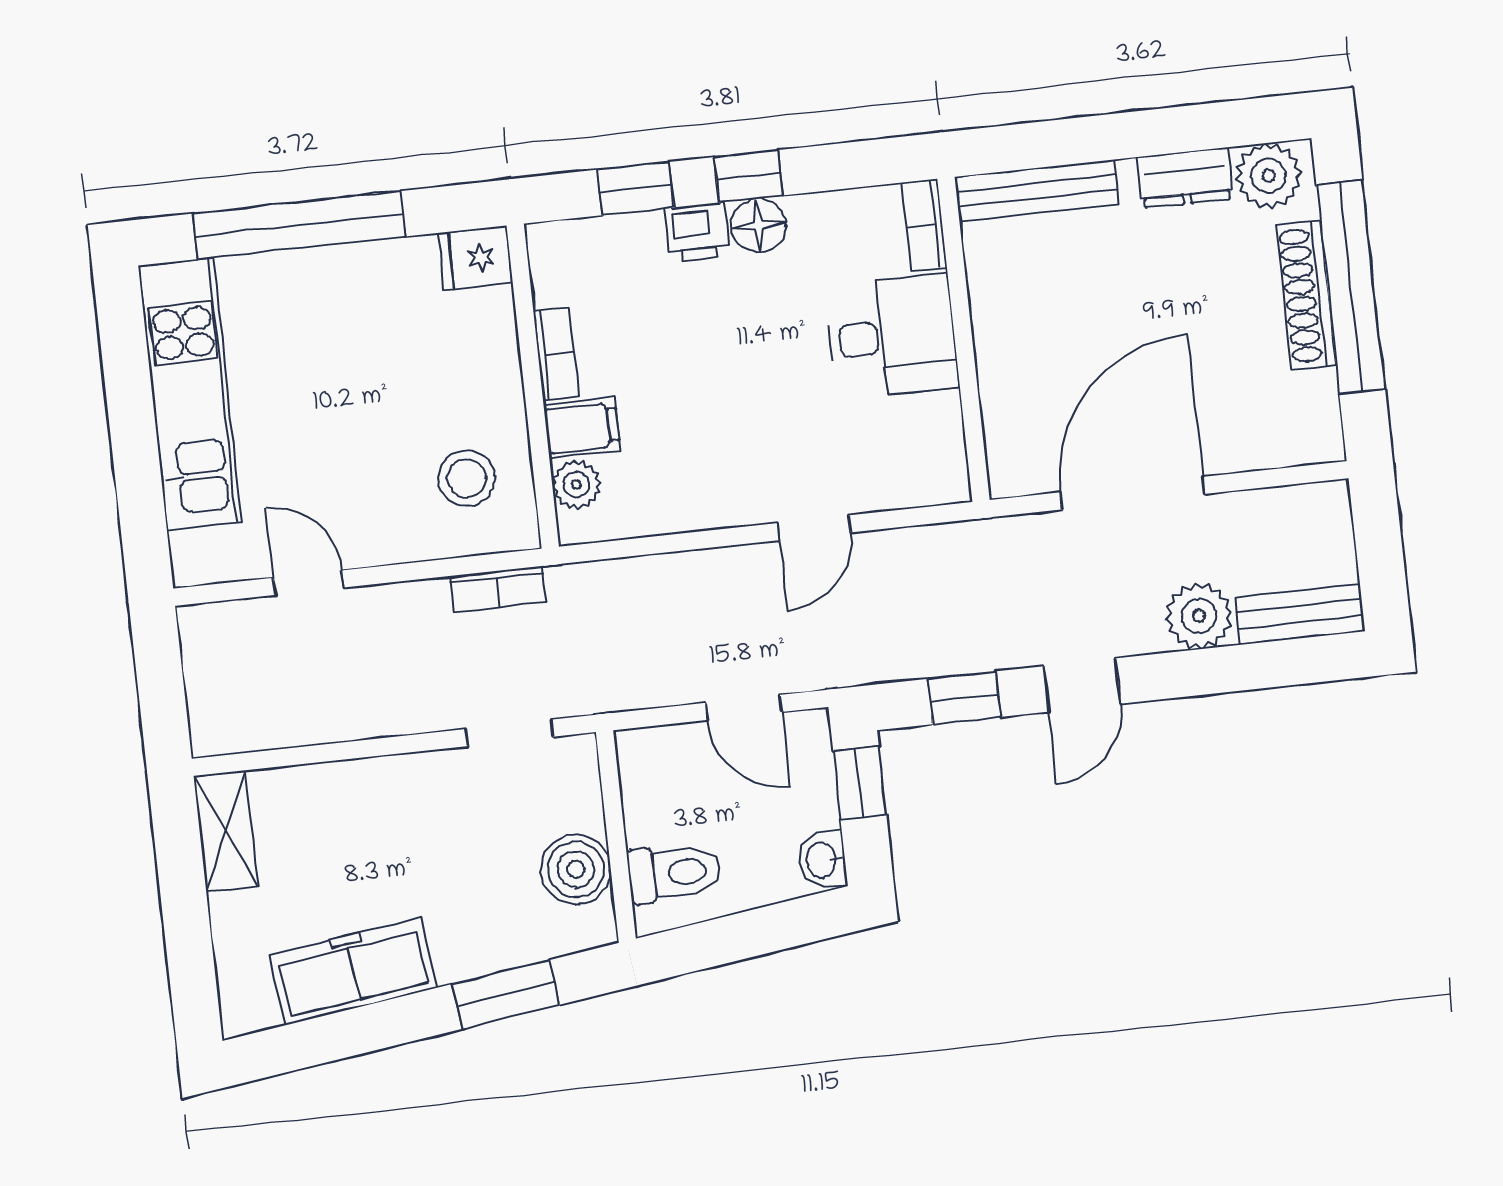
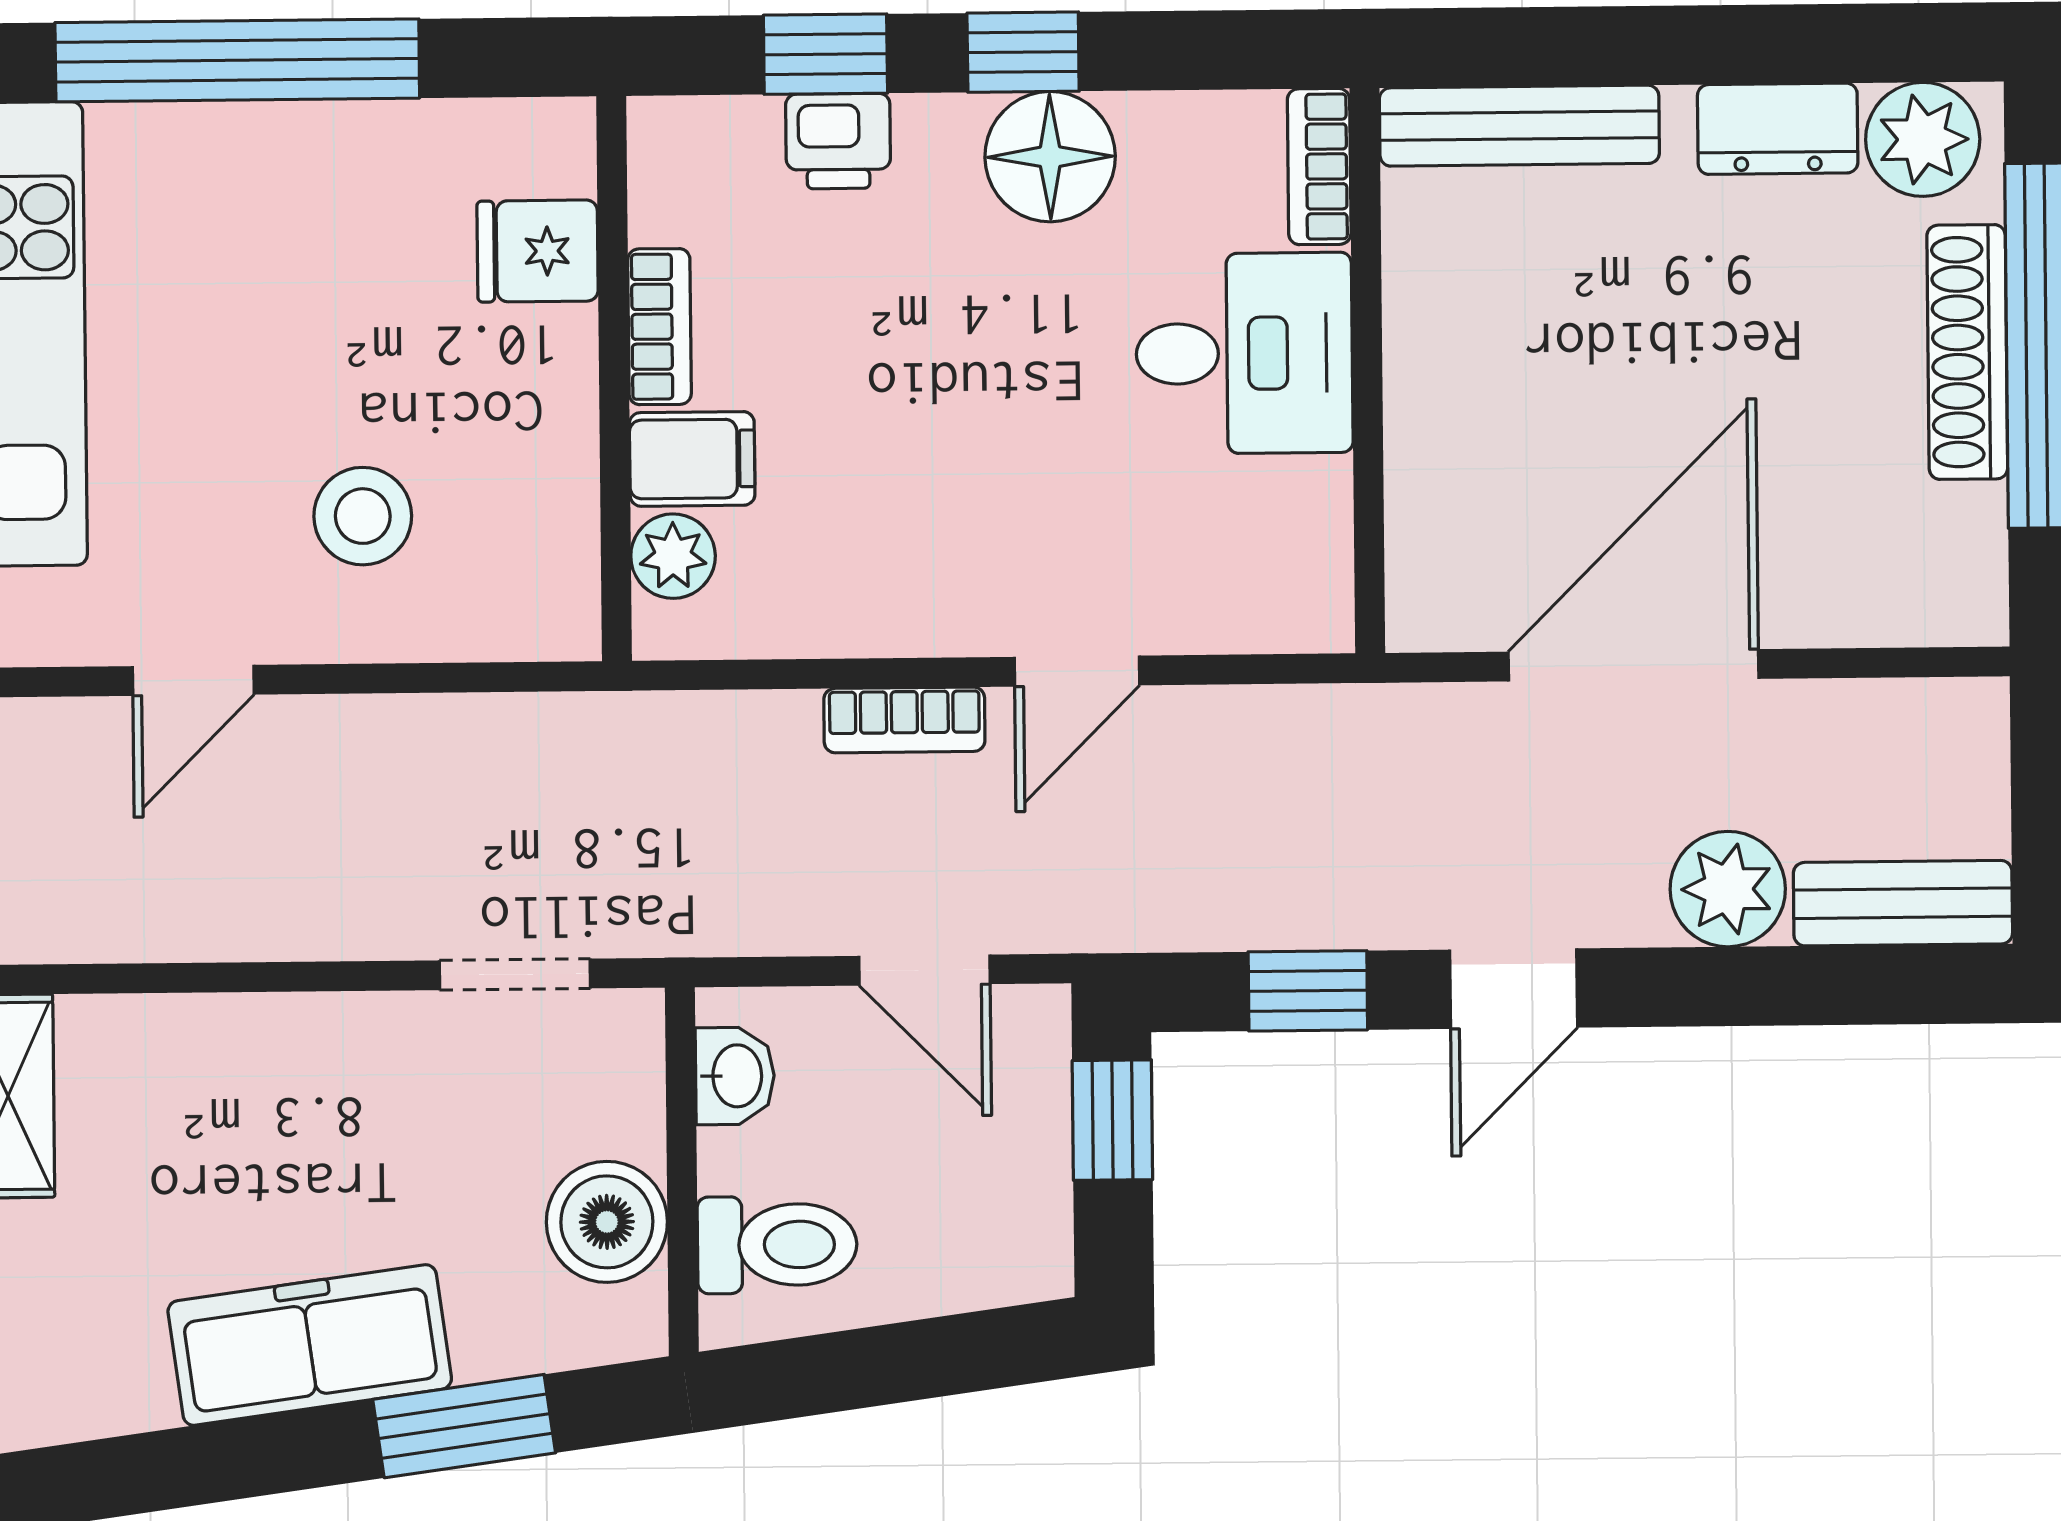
floor lamp: (759, 226) -> (1050, 157), width x1.38, depth x1.38
printer: (697, 232) -> (838, 141), moved
fridge: (475, 258) -> (538, 251), moved
stool: (467, 478) -> (363, 516), moved
door: (309, 583) -> (193, 680), swing flipped
bookcase: (498, 589) -> (904, 720), moved
washbasin: (822, 860) -> (735, 1076), moved, turned 180
freezer: (353, 971) -> (310, 1345), moved

